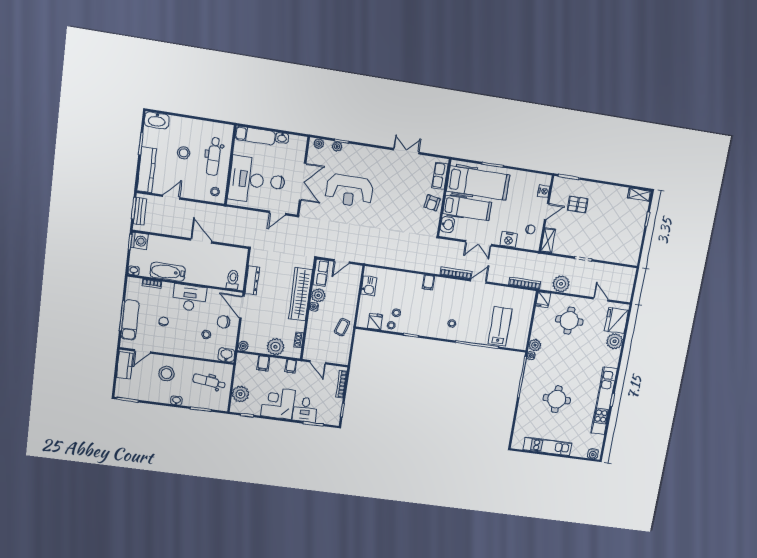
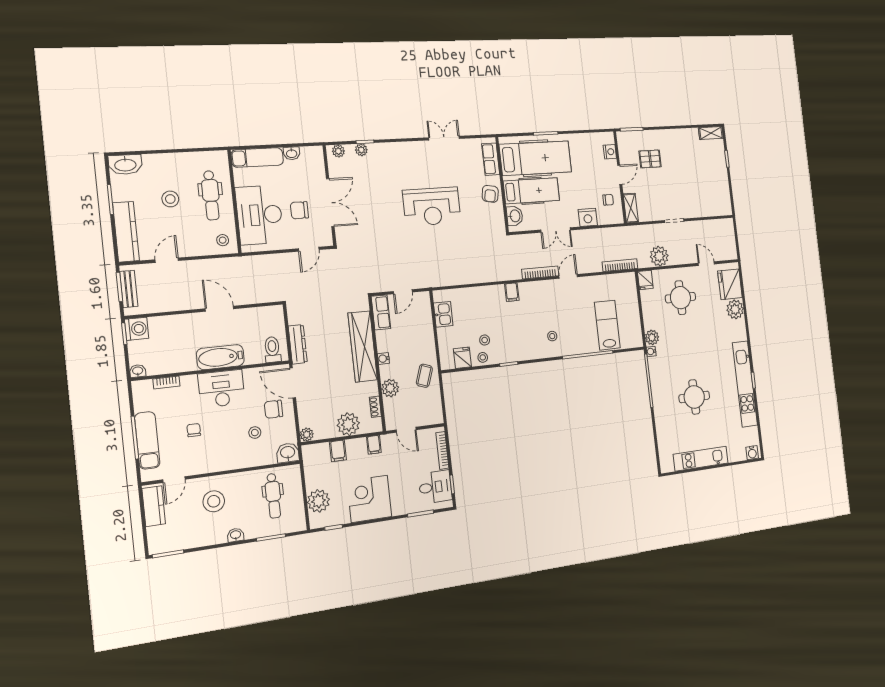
reception desk: (349, 191) -> (432, 206), moved
bathtub: (168, 272) -> (220, 357), moved
plant: (318, 295) -> (390, 388), moved
dental chair: (209, 382) -> (273, 496), turned -97
desk: (305, 410) -> (435, 487), moved, turned -90

